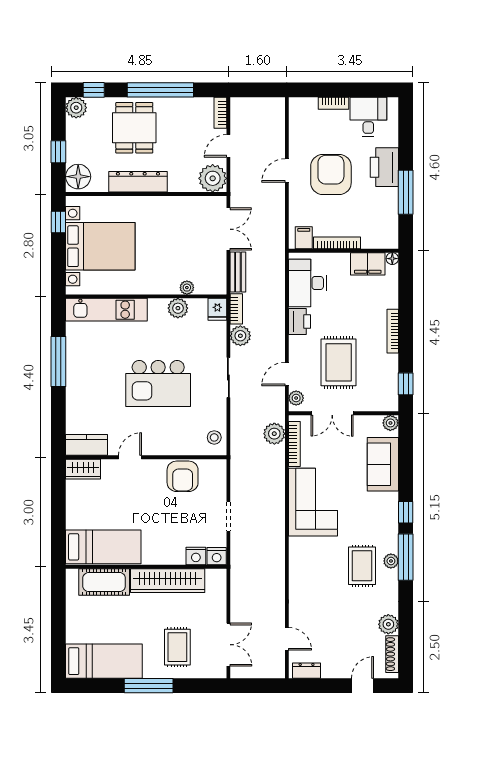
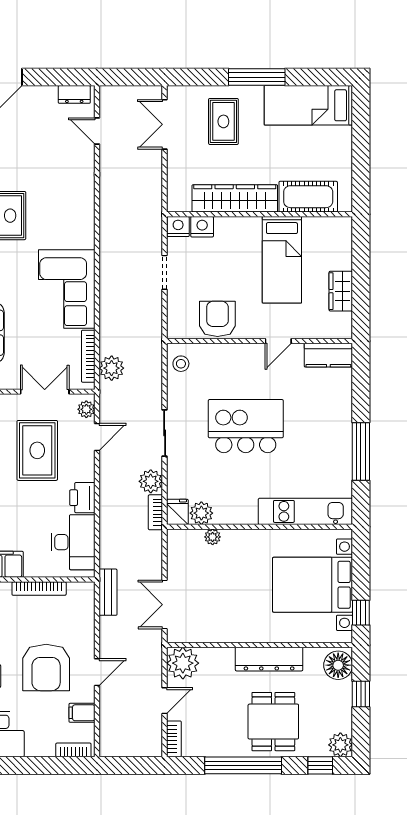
bookcase: (333, 103) -> (73, 750), moved
filing cabinet: (304, 238) -> (82, 713), moved, turned 90
bench: (238, 272) -> (108, 592), moved
plant: (178, 308) -> (201, 513), moved
wardrobe: (83, 469) -> (341, 291), moved, turned -90
bed: (103, 547) -> (282, 260), moved, turned -90

